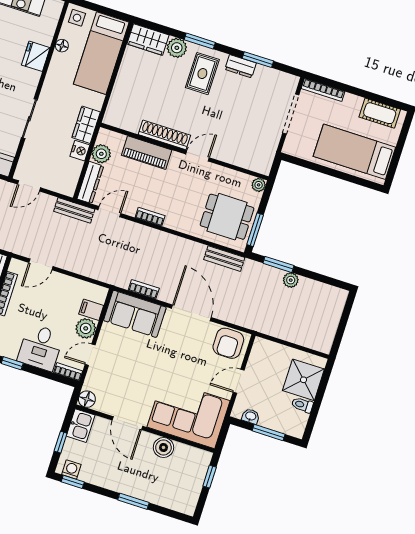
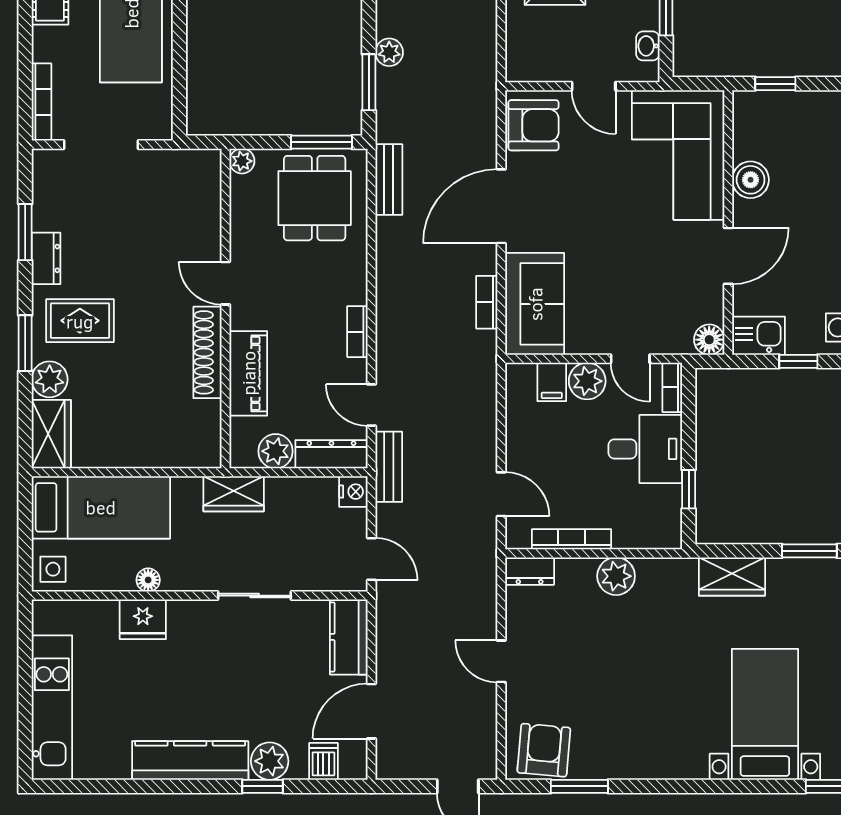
floor lamp: (62, 46) -> (148, 580), moved
nightstand: (80, 151) -> (353, 492), moved, turned 90

